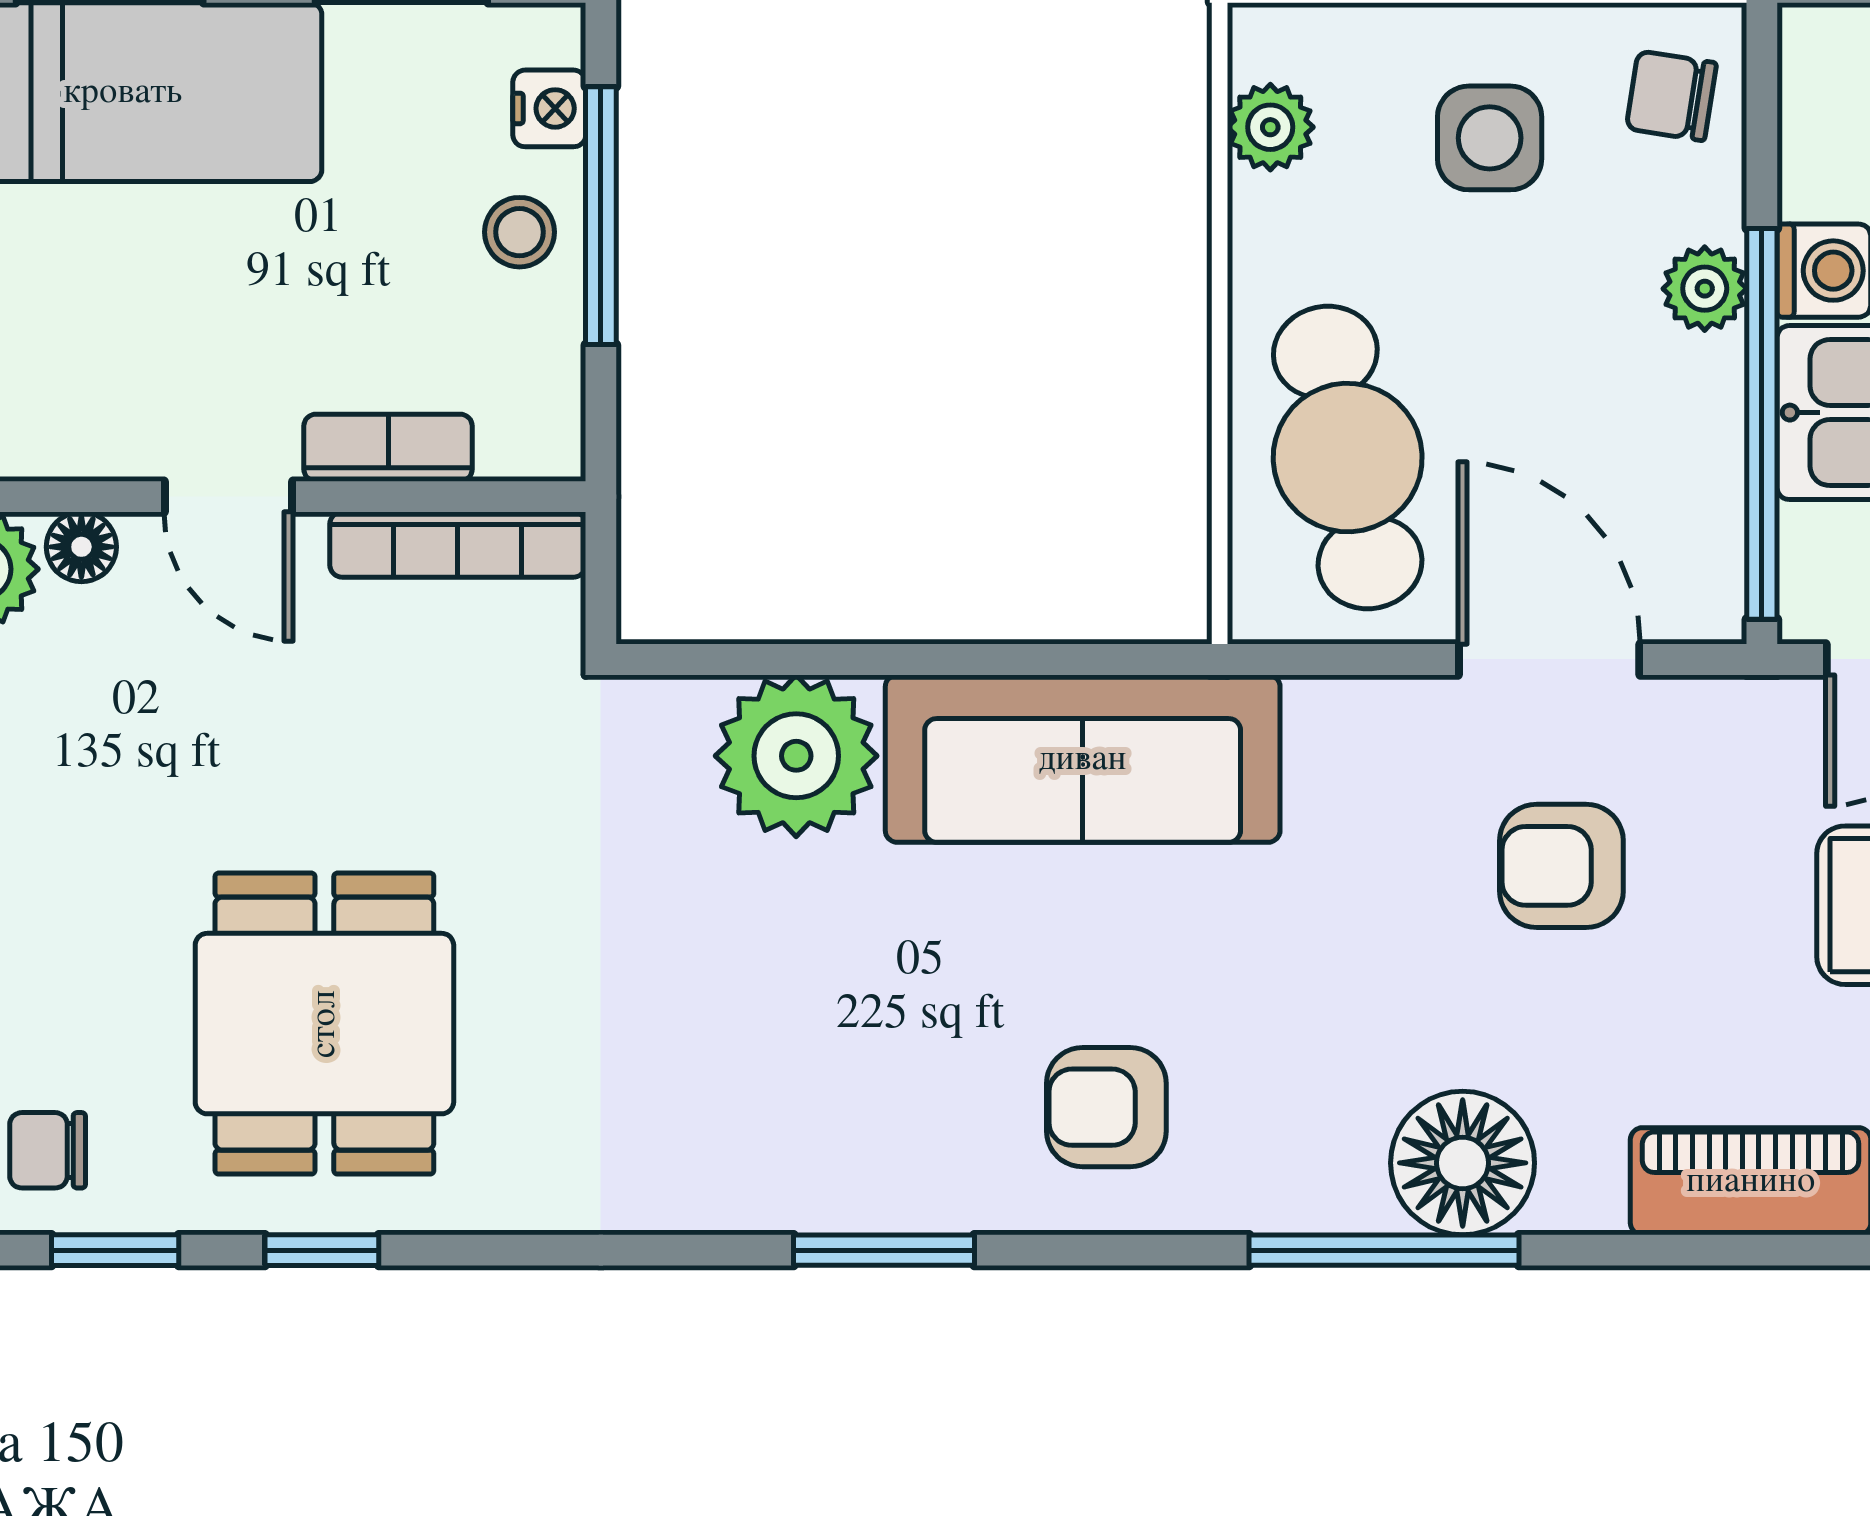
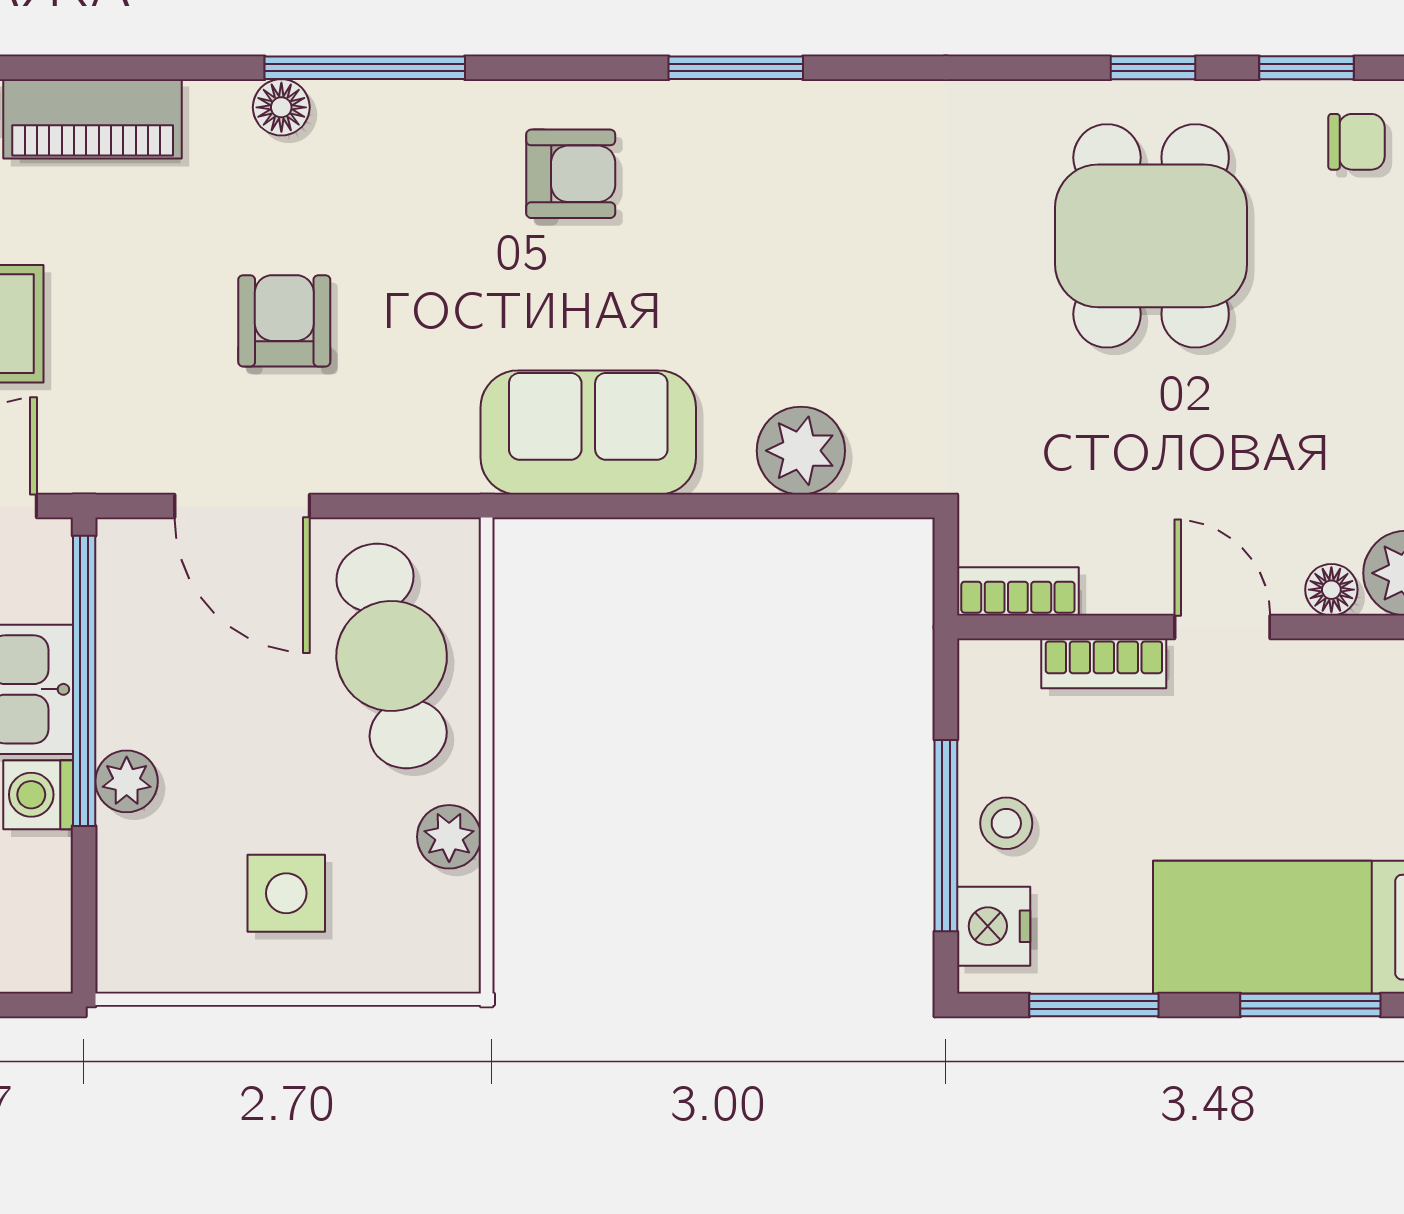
chair: (1671, 96) -> (151, 924), removed
nightstand: (549, 108) -> (994, 926), width x1.39, depth x1.35
plant: (1270, 127) -> (449, 837), moved
bookcase: (458, 545) -> (1018, 591), width x0.64
plant: (796, 756) -> (801, 451), width x0.73, depth x0.73
sofa: (1083, 759) -> (588, 433), width x0.73
armchair: (1561, 866) -> (284, 321), moved, turned -90
floor lamp: (1463, 1163) -> (281, 107), width x0.53, depth x0.53

